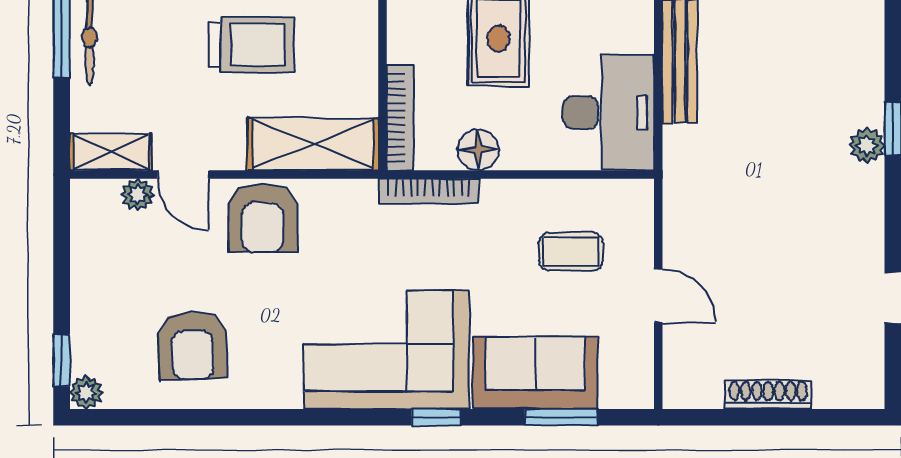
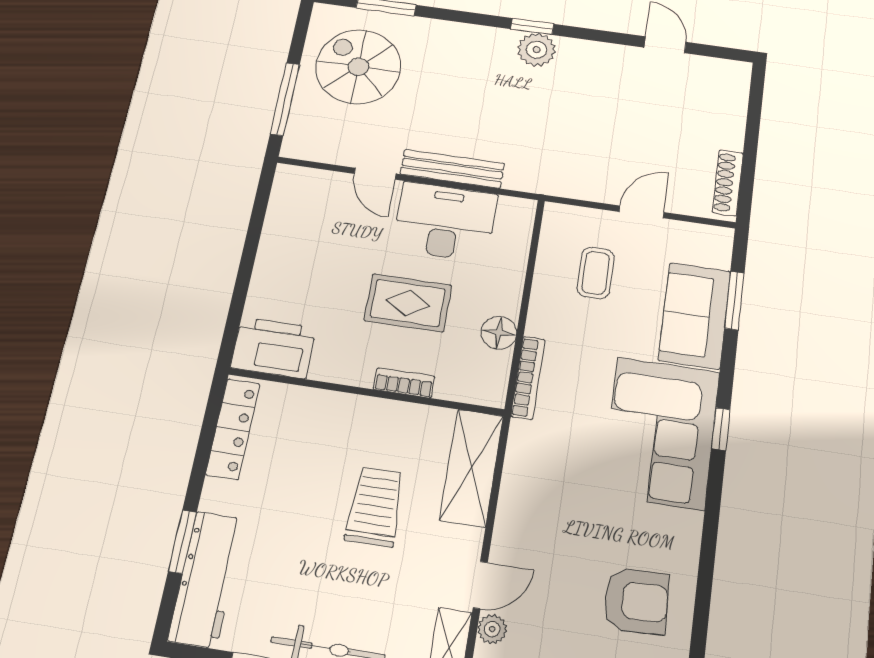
desk: (609, 112) -> (445, 222), moved
bookcase: (400, 117) -> (404, 383), moved, width x0.64
plant: (867, 146) -> (537, 50), width x1.38, depth x1.38
armchair: (263, 218) -> (530, 521), removed
shoe rack: (768, 394) -> (728, 183), moved
window: (436, 417) -> (721, 429), moved

